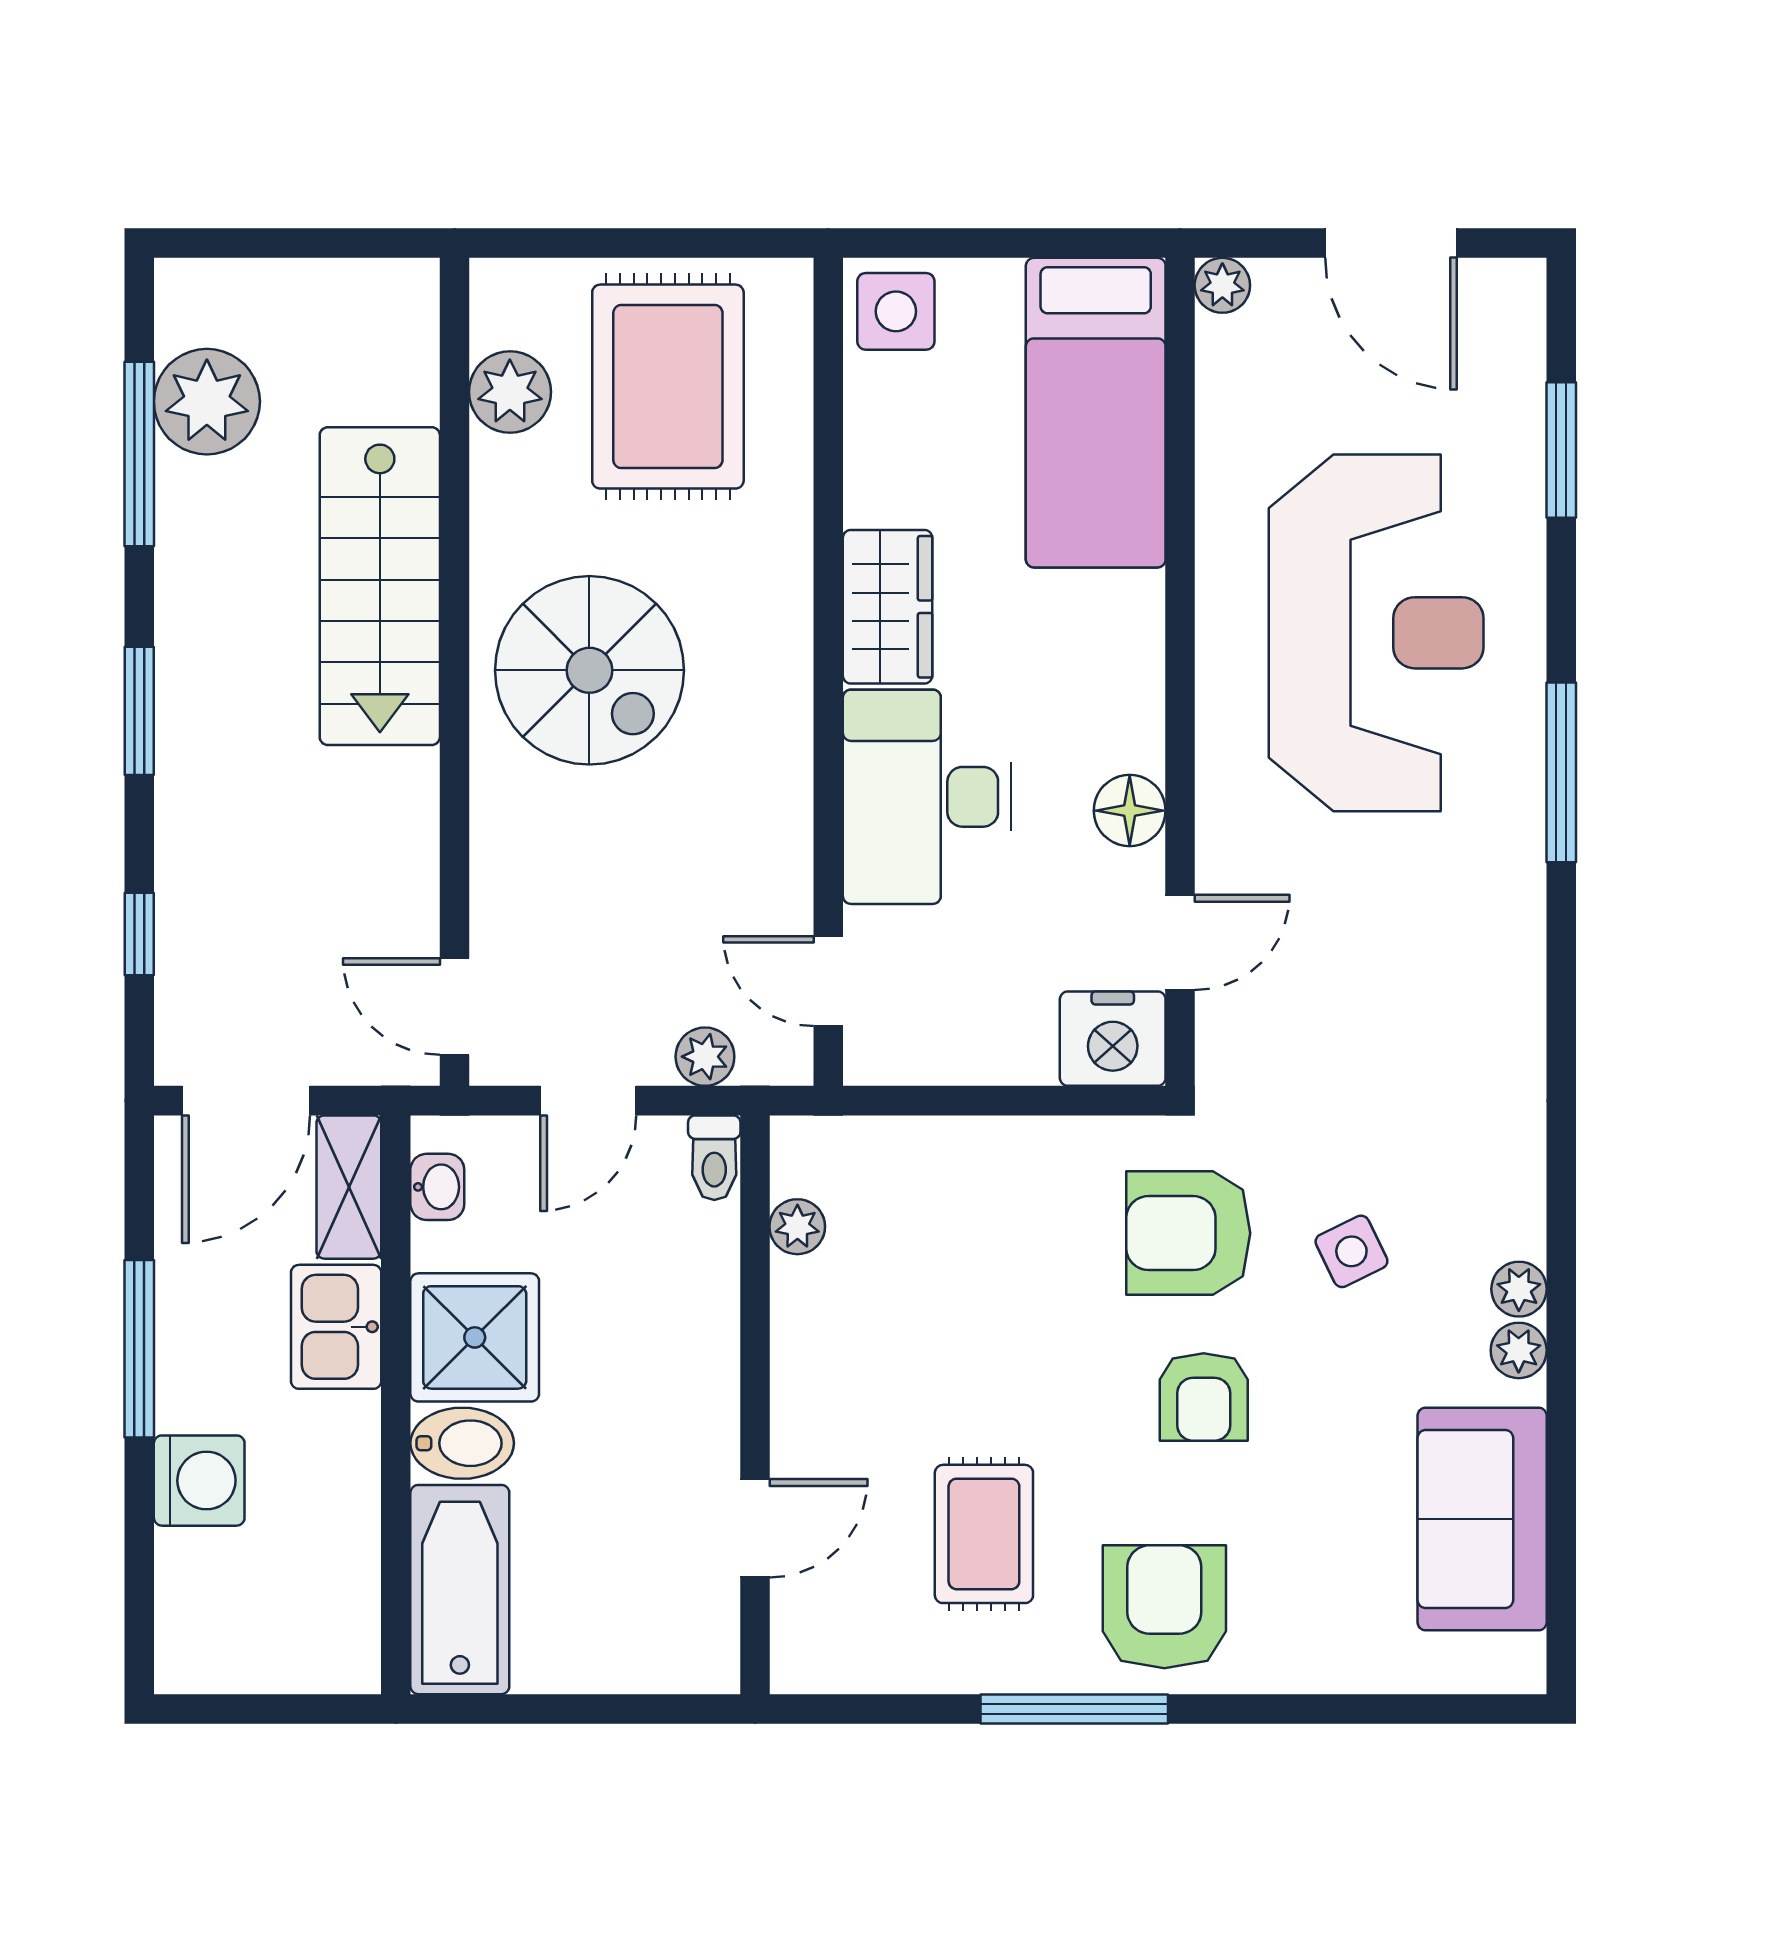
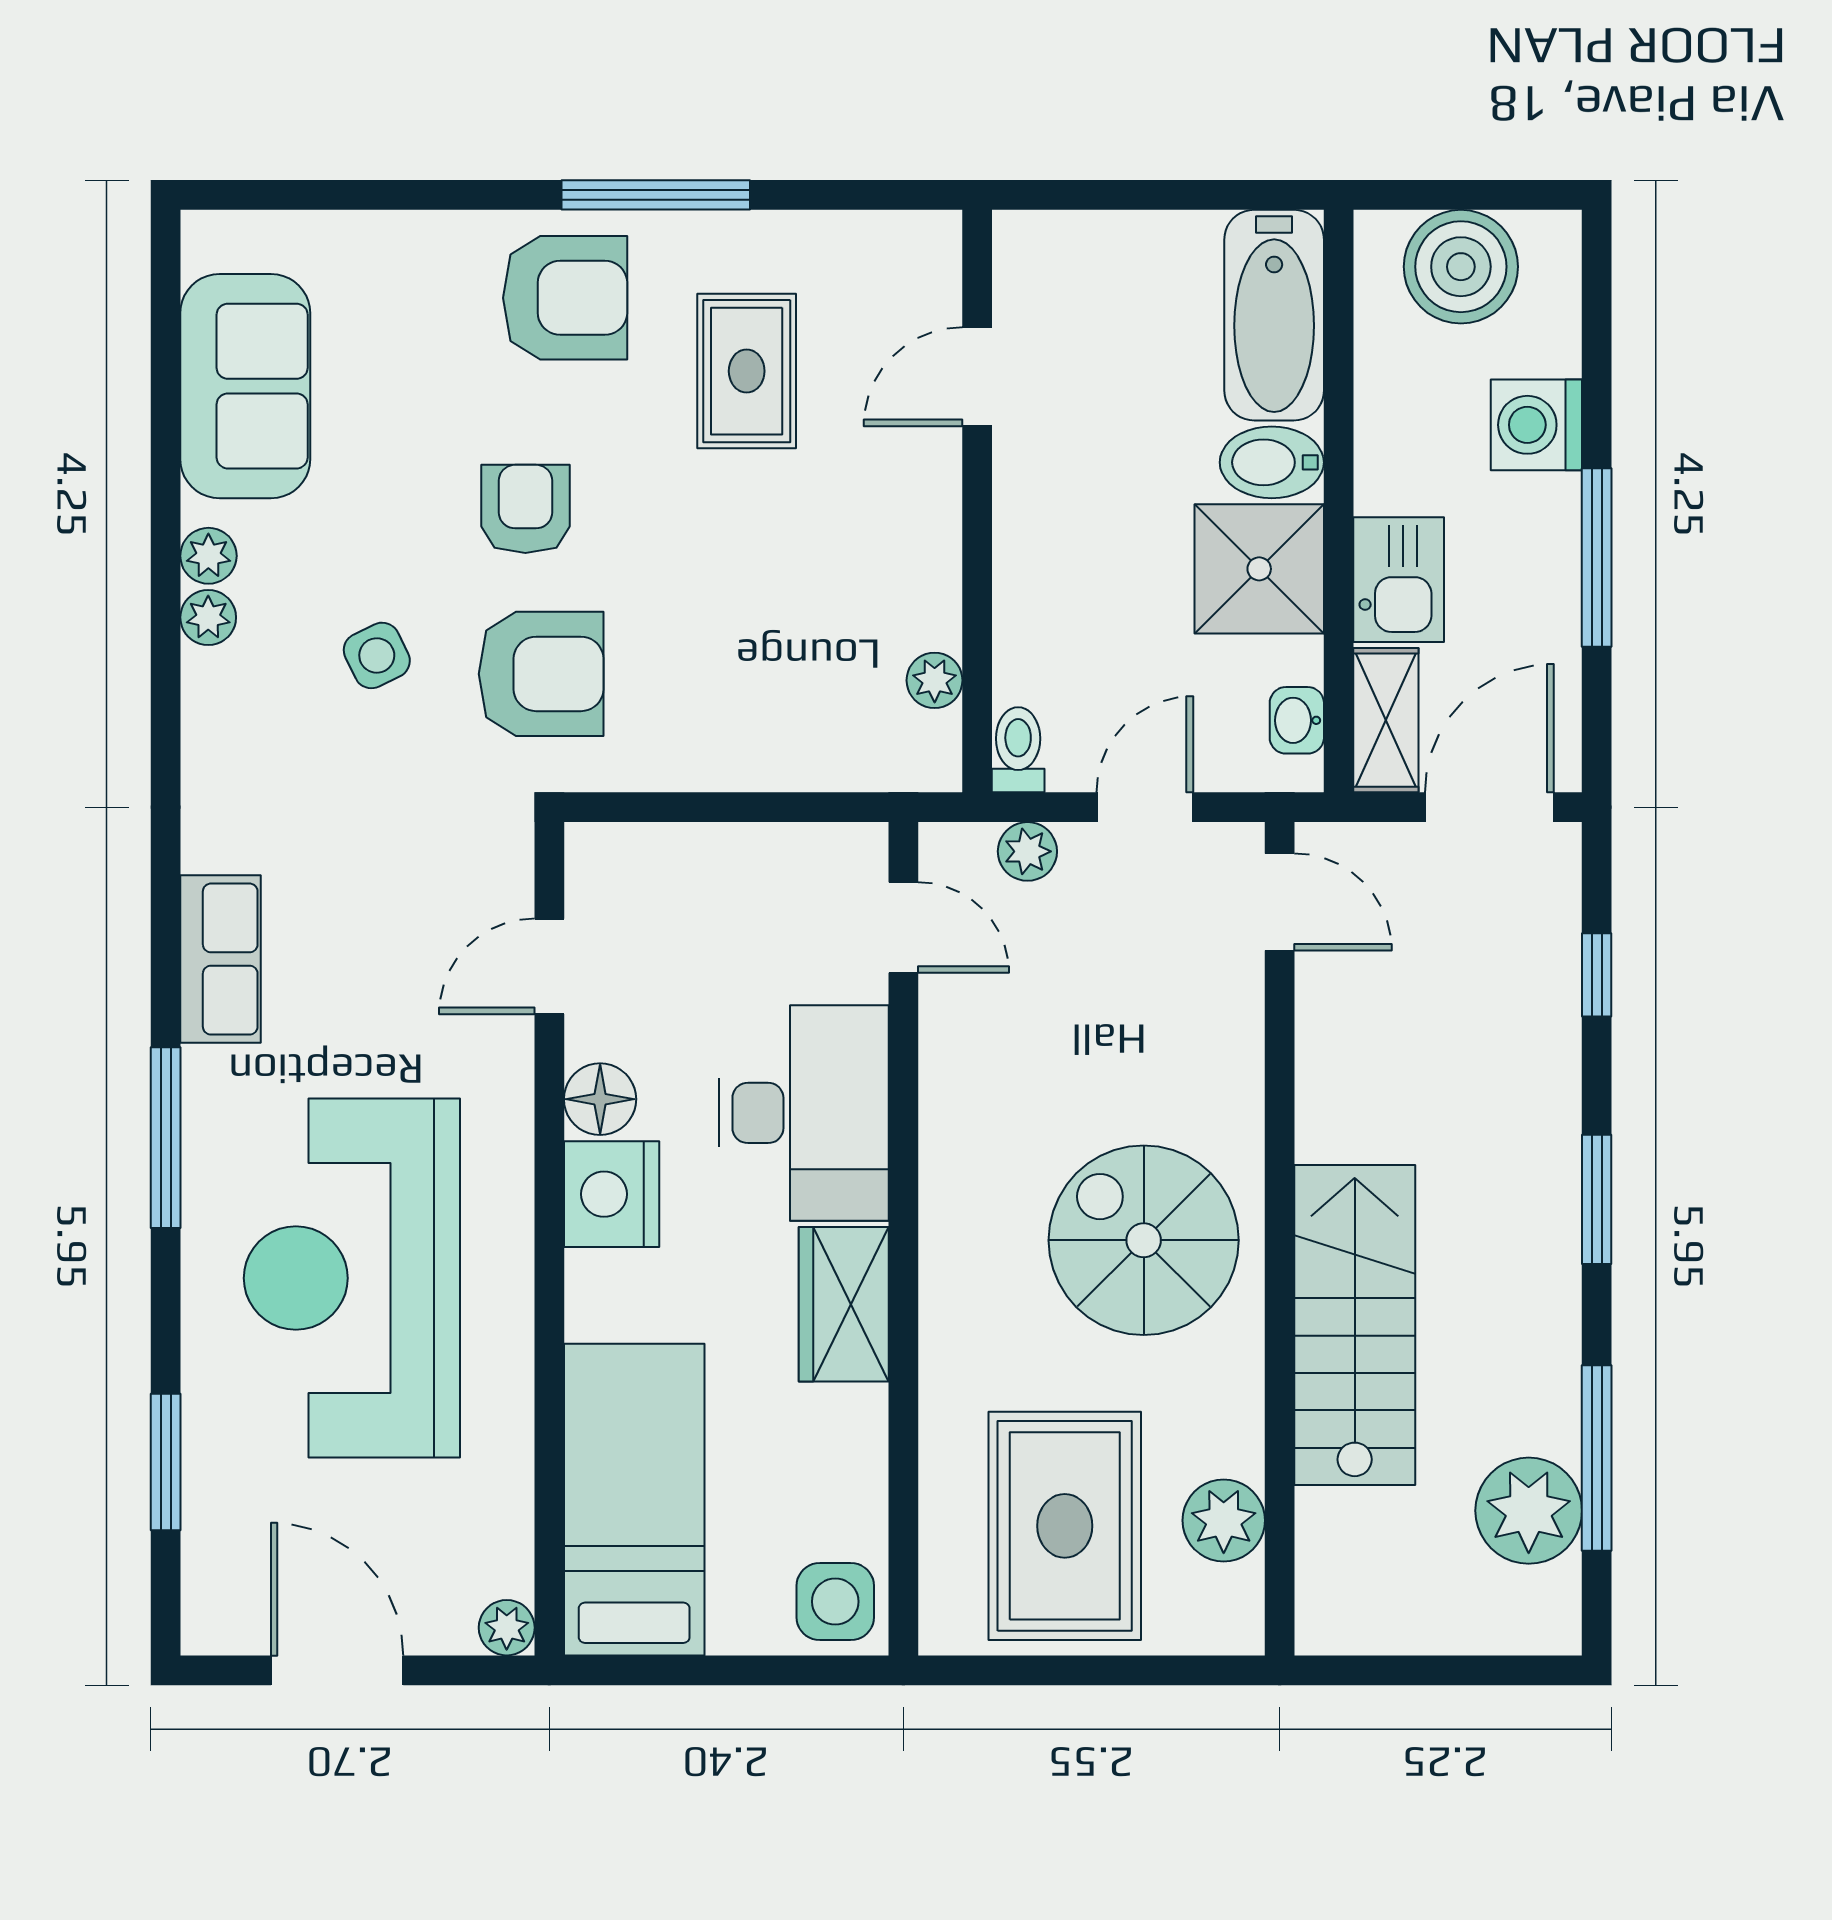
row of seats: (1507, 950) -> (221, 959), added
nightstand: (1113, 1039) -> (612, 1194), moved, turned -90
armchair: (1164, 1607) -> (565, 298), turned -90
boiler: (274, 1638) -> (1461, 267), added

